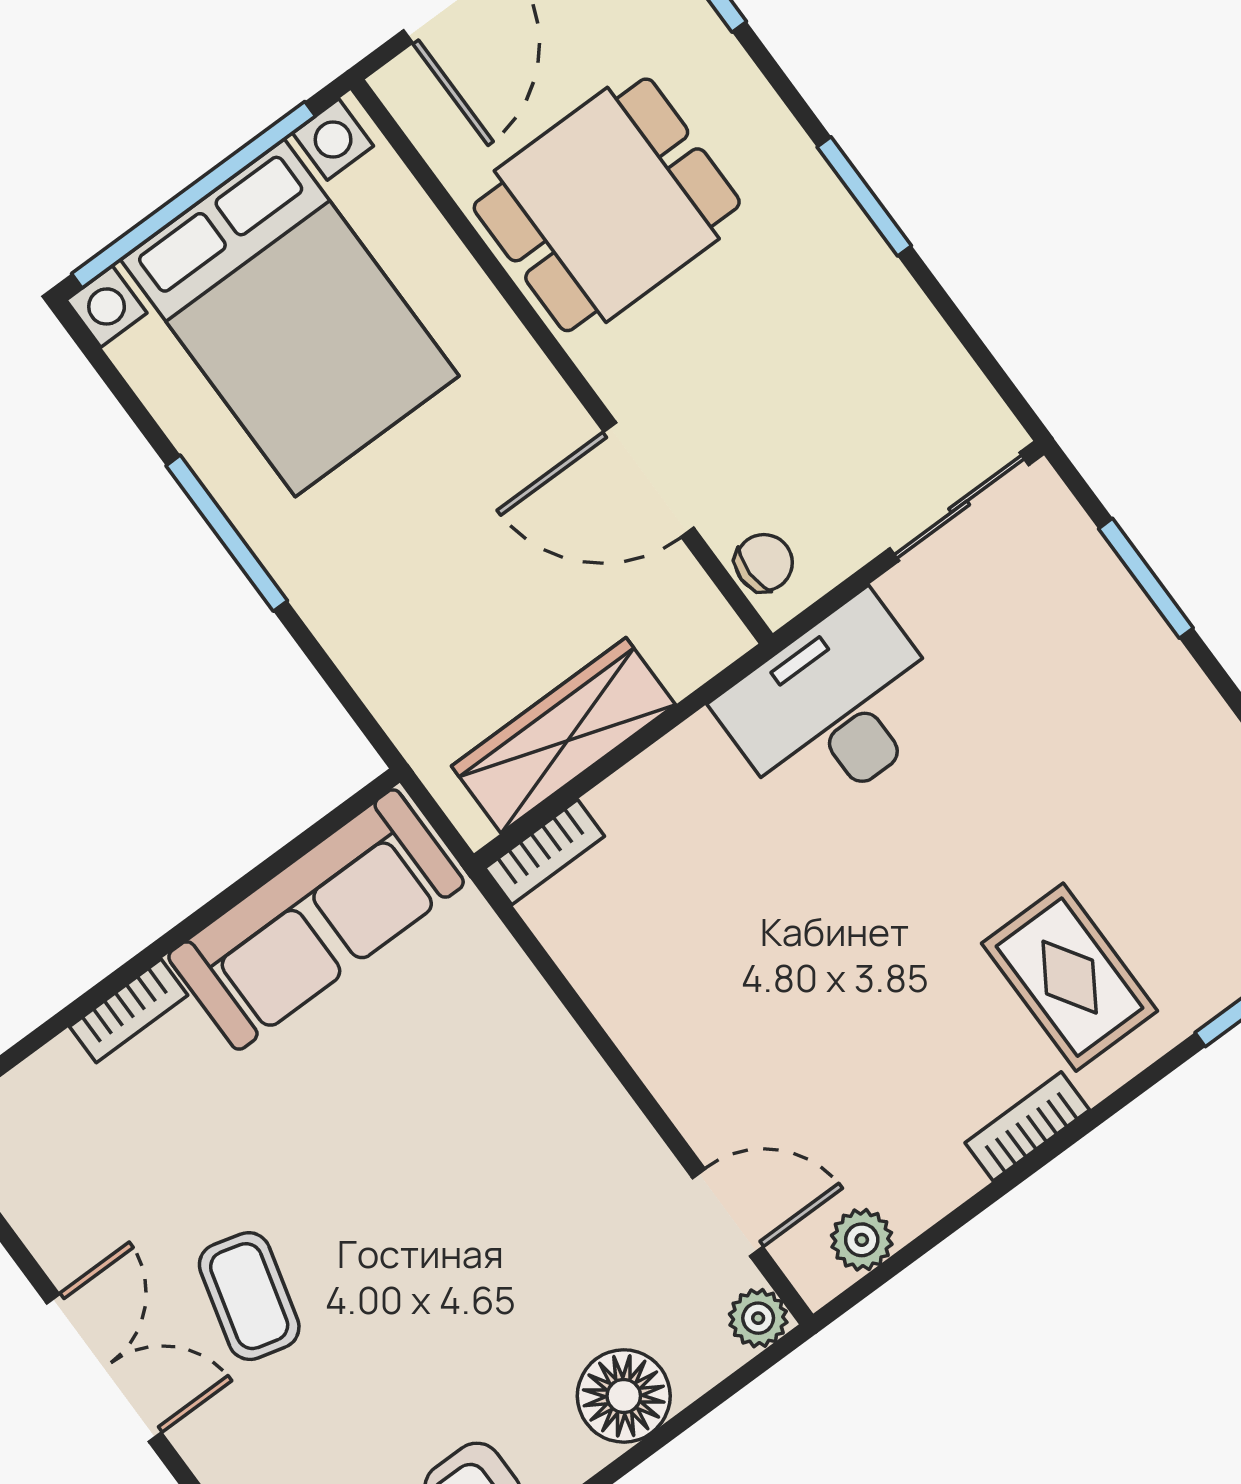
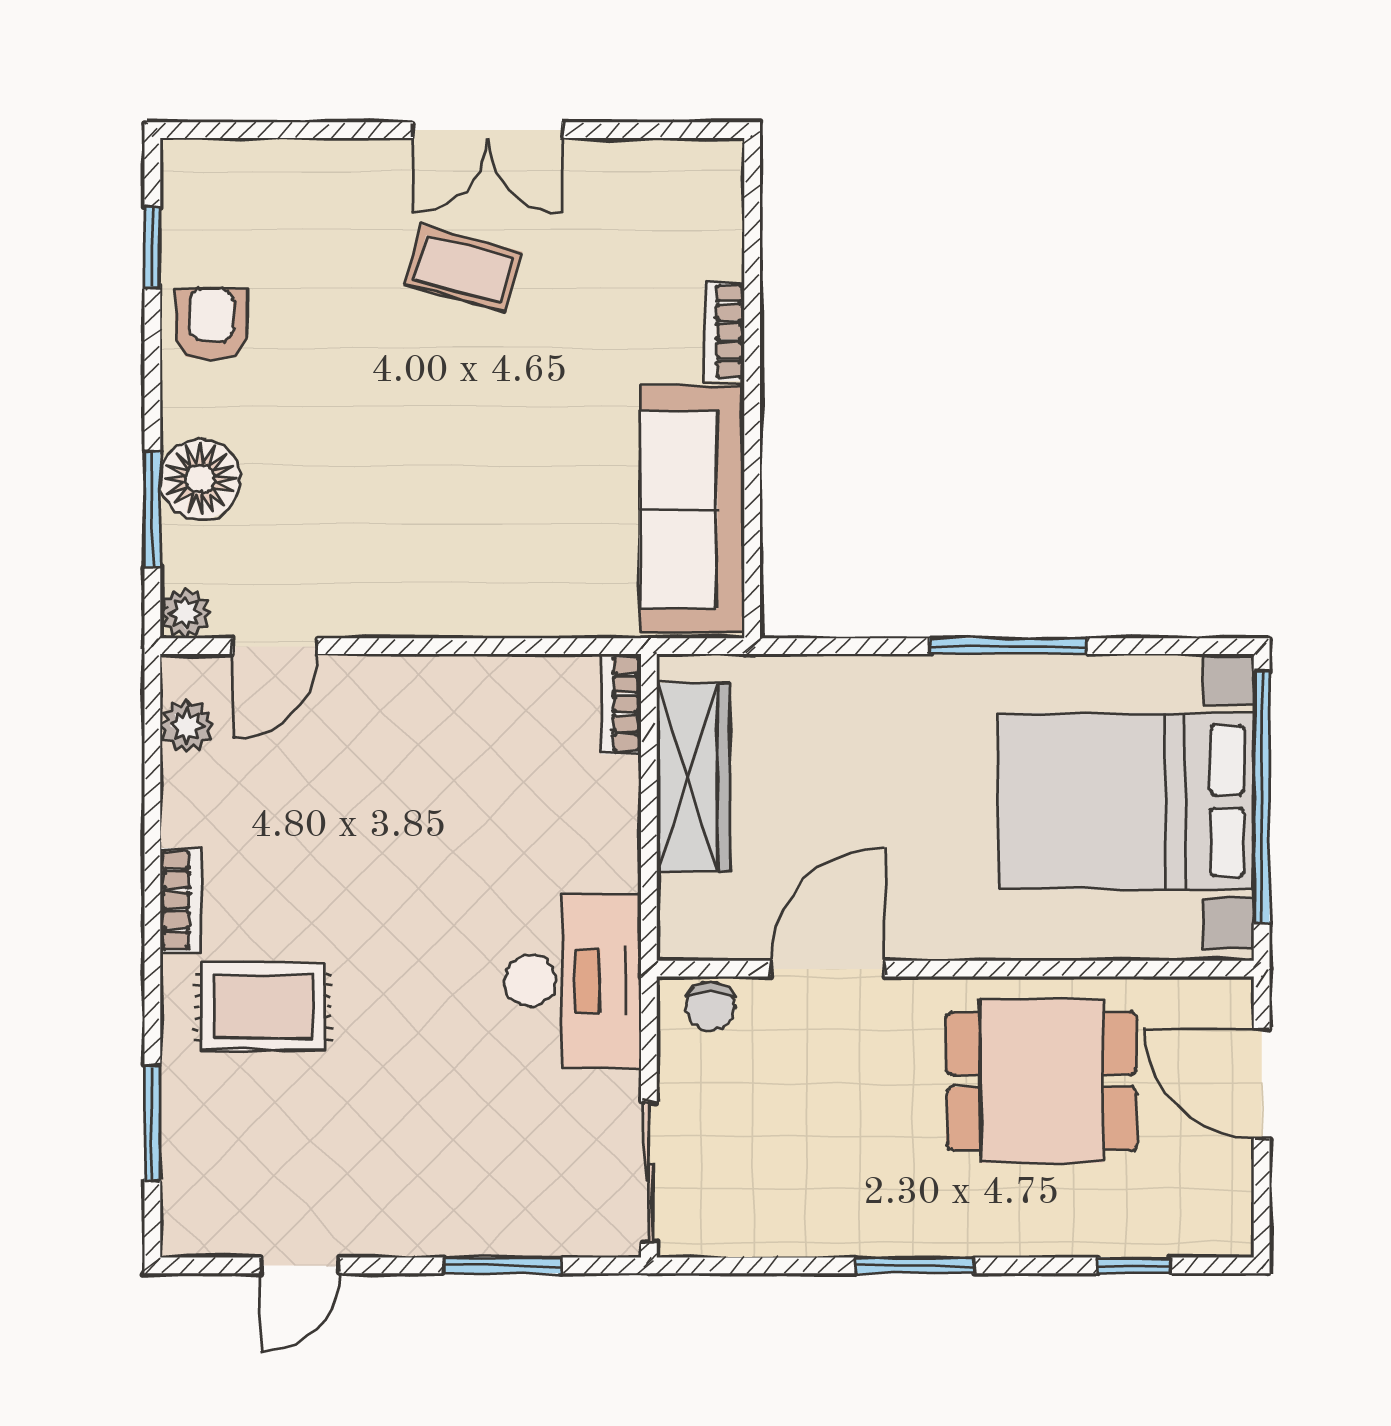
dining table: (607, 205) -> (1042, 1081), turned 90
window: (684, 1420) -> (152, 509), added

